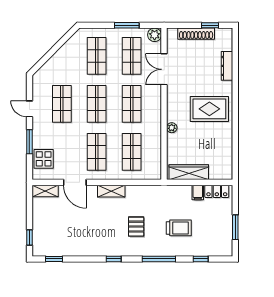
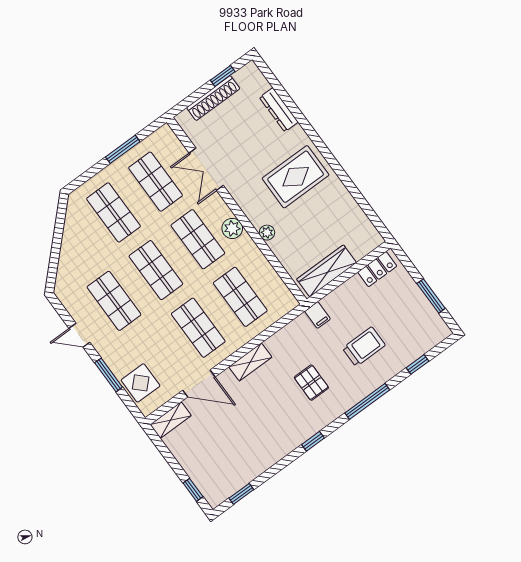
plant: (155, 35) -> (232, 228), moved
filing cabinet: (198, 192) -> (317, 315), moved

